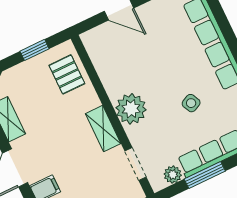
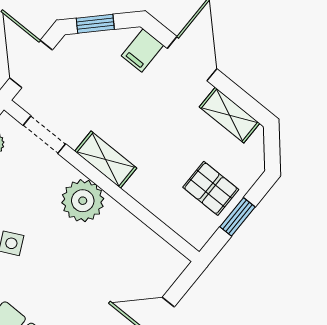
pallet: (67, 74) -> (211, 188), moved

